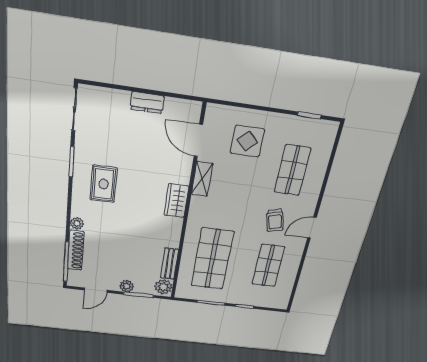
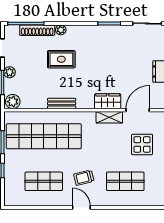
rug: (104, 184) -> (61, 59), moved
wardrobe: (176, 201) -> (108, 101), moved
shop shelf: (212, 259) -> (44, 136), width x1.40
bench: (169, 264) -> (62, 103), moved

